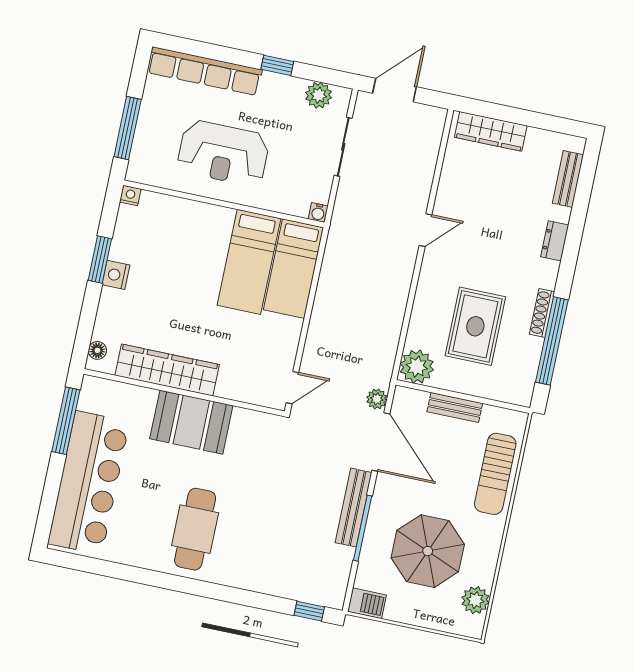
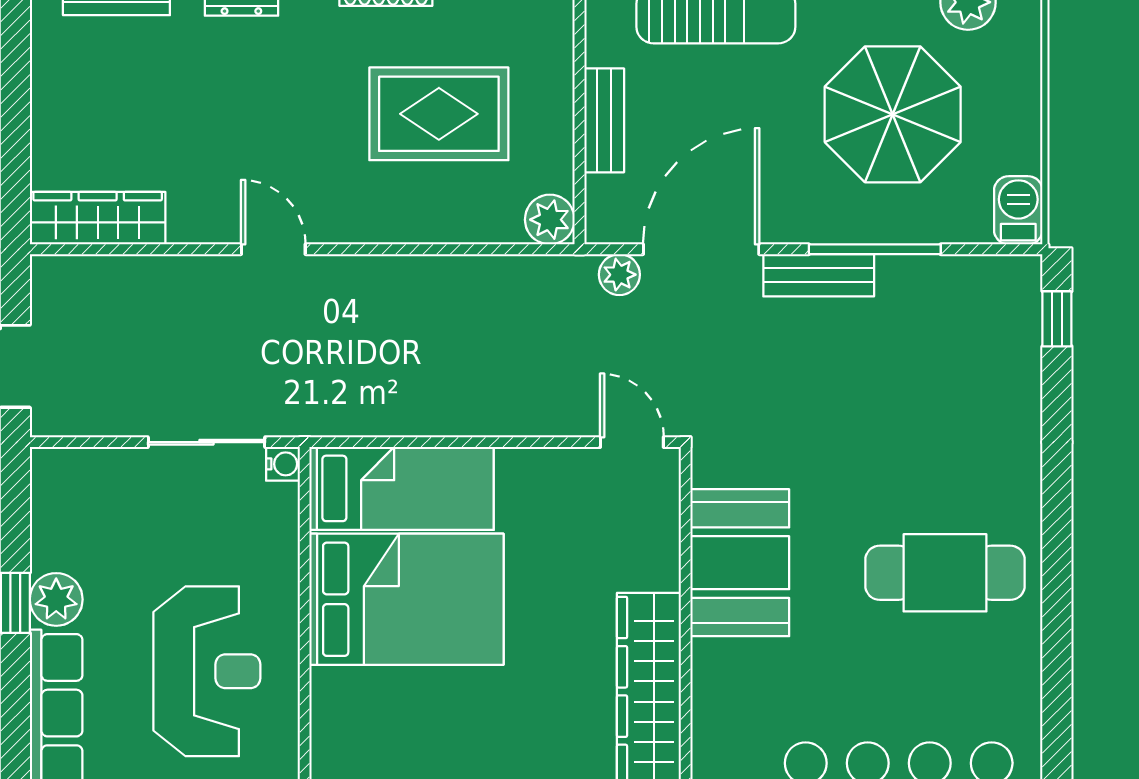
plant: (319, 95) -> (56, 599), moved
wardrobe: (491, 131) -> (98, 218), moved, turned -90
sliding door: (343, 147) -> (206, 442), moved
bed: (249, 262) -> (407, 599), width x1.50
plant: (417, 367) -> (550, 220), width x0.73, depth x0.73
booth: (191, 422) -> (740, 563), moved
bench: (354, 508) -> (819, 275), width x0.73

